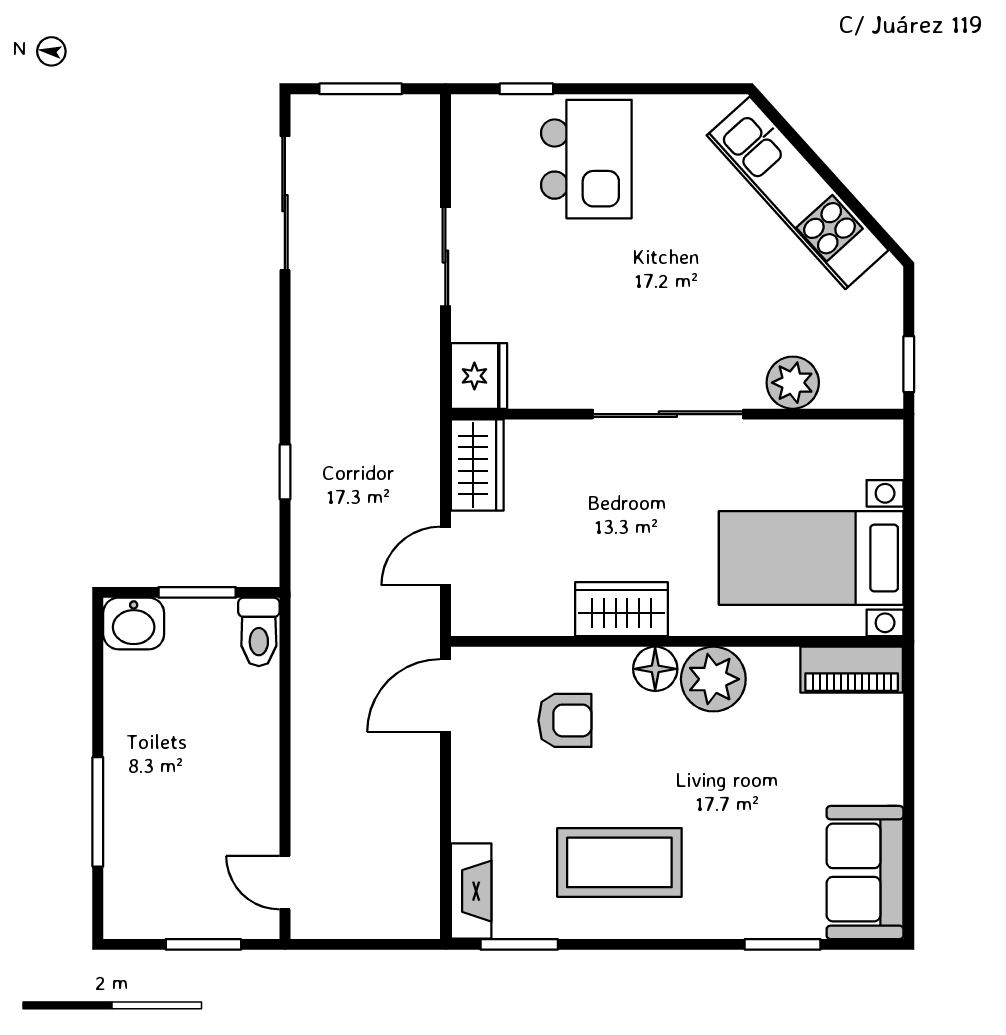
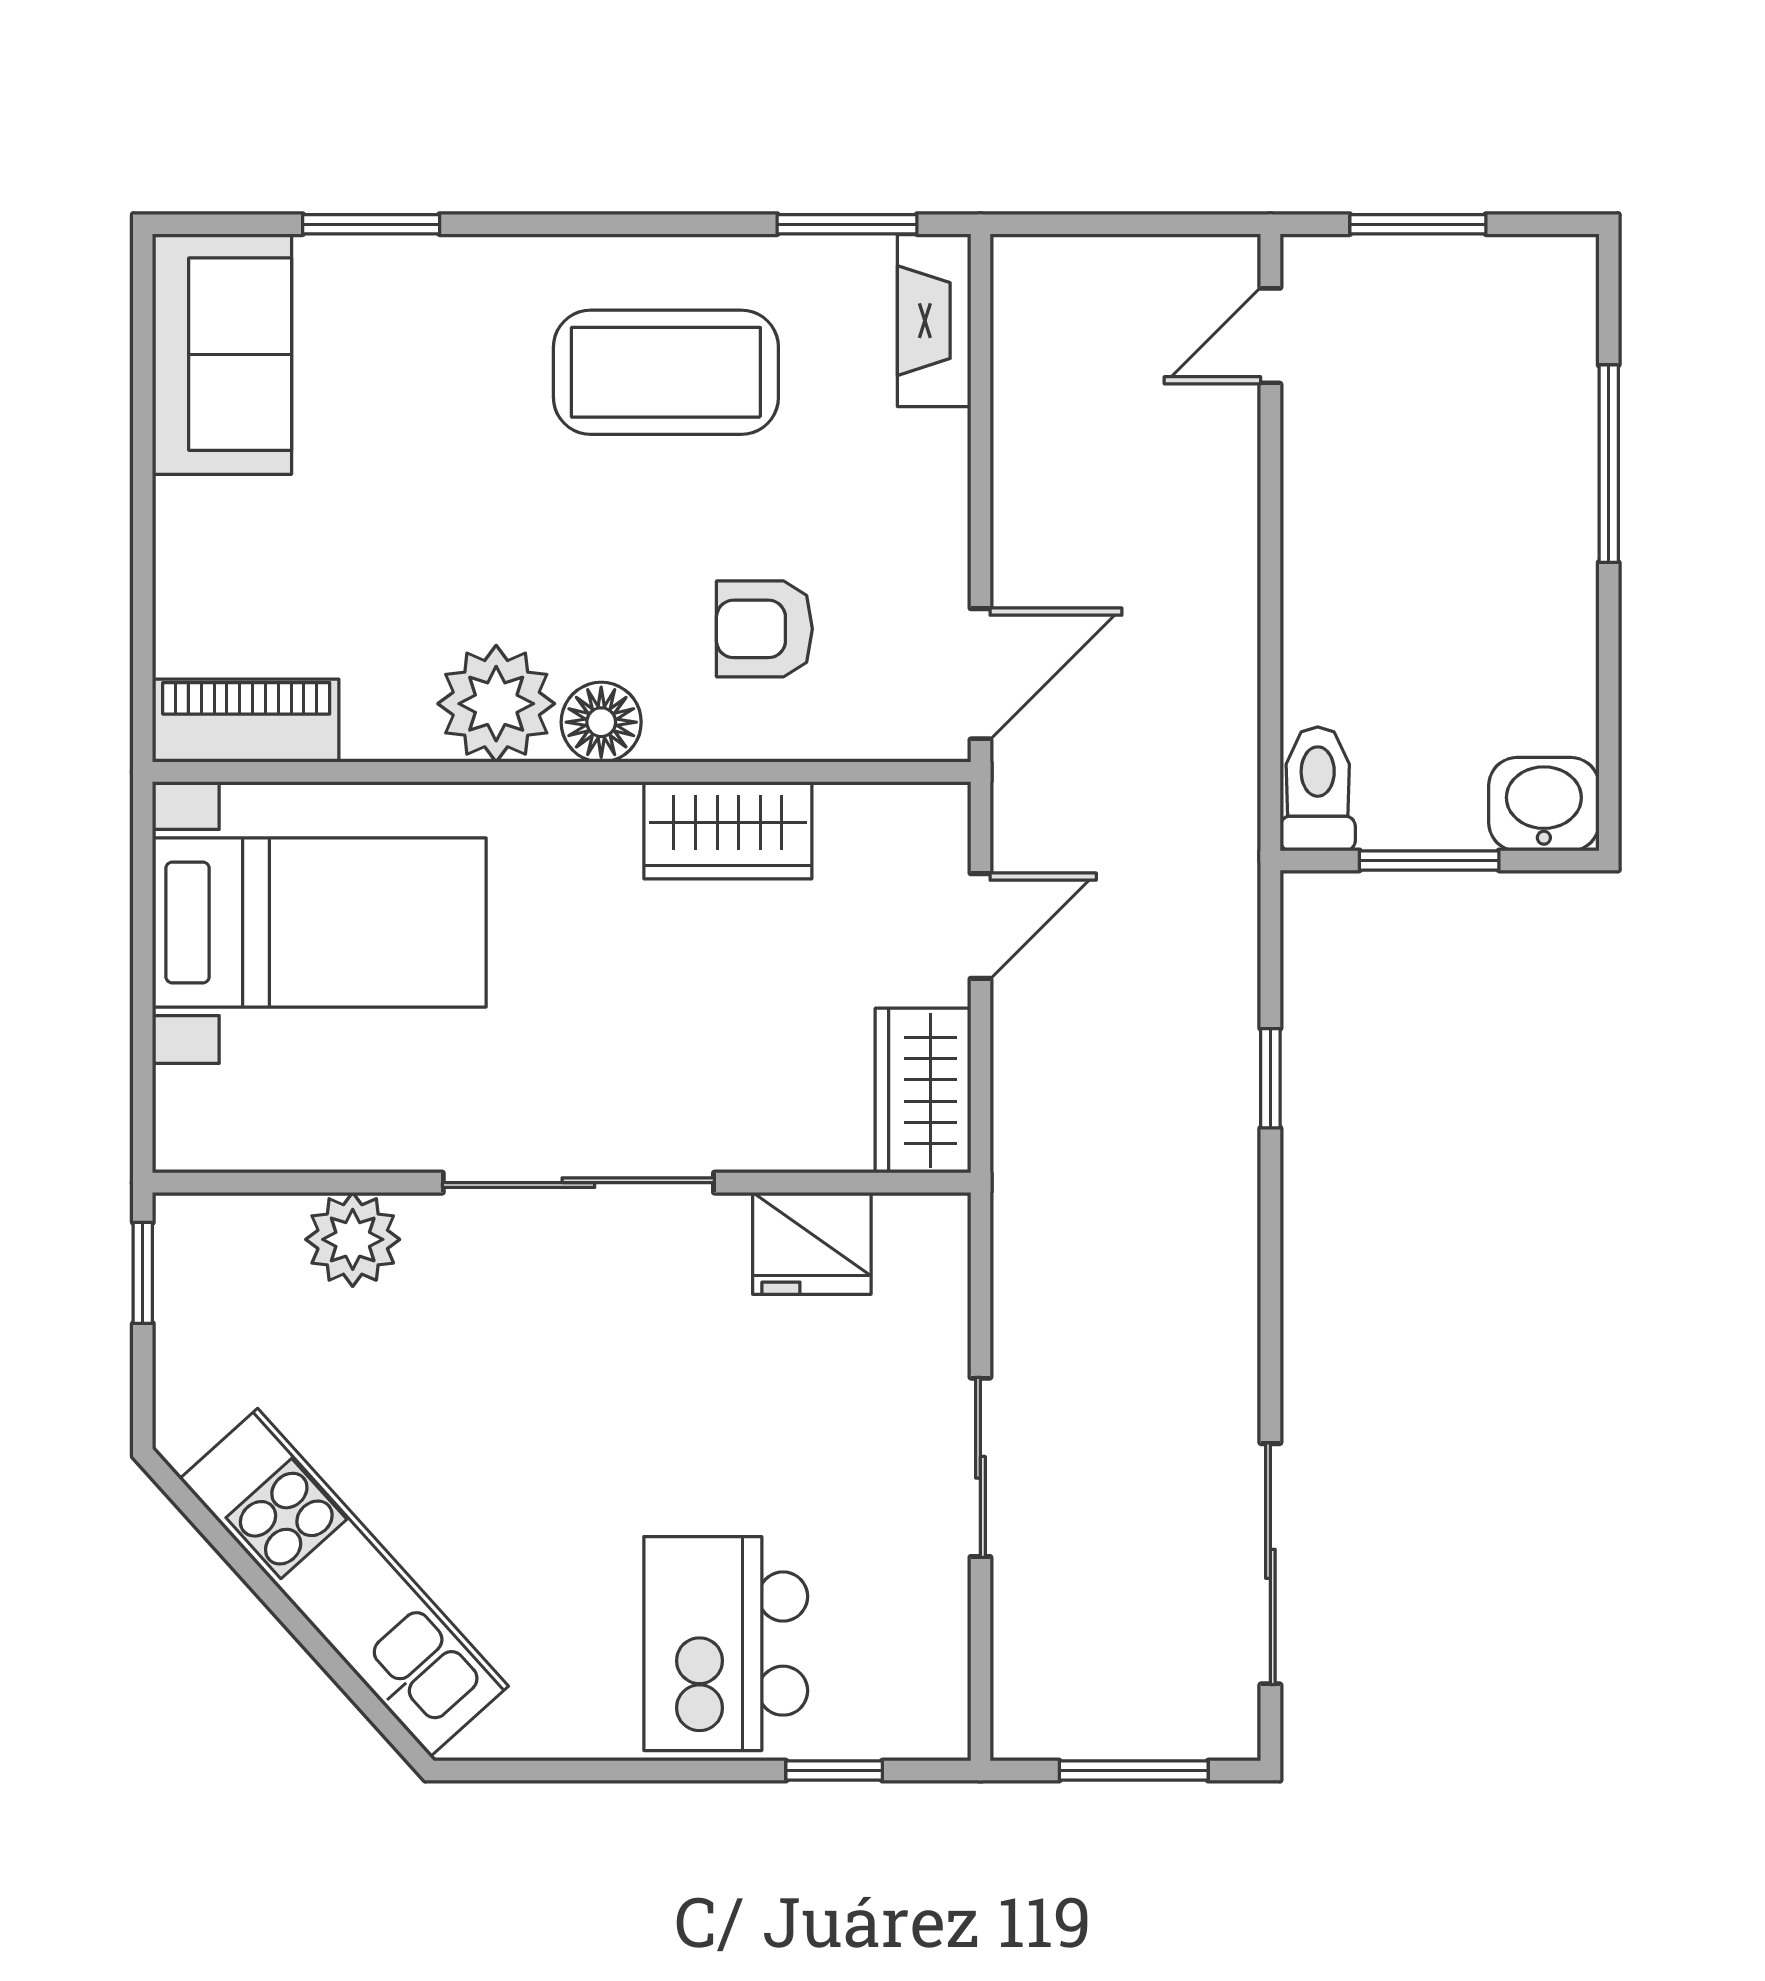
fridge: (479, 376) -> (812, 1243), moved, turned -90
wardrobe: (622, 609) -> (728, 830), moved
door: (285, 883) -> (1270, 336), swing flipped

